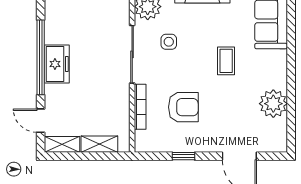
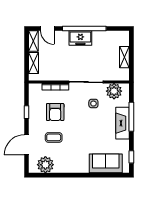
coffee table: (226, 61) -> (54, 137), moved
plant: (273, 104) -> (45, 165), moved
door: (41, 121) -> (47, 28), swing flipped

